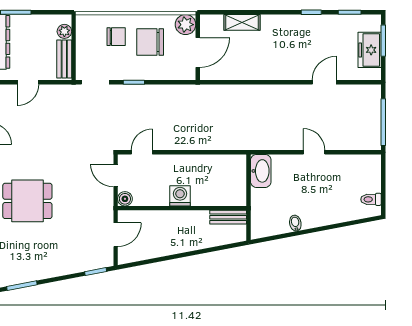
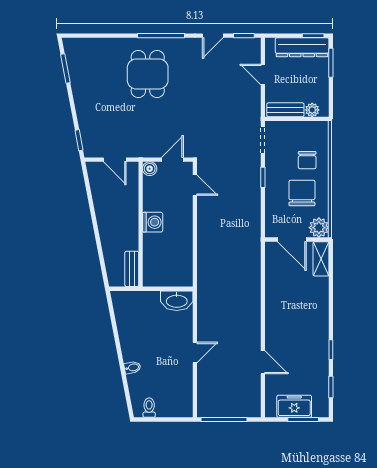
shelving: (242, 22) -> (321, 259), moved
bidet: (295, 223) -> (132, 368), moved

